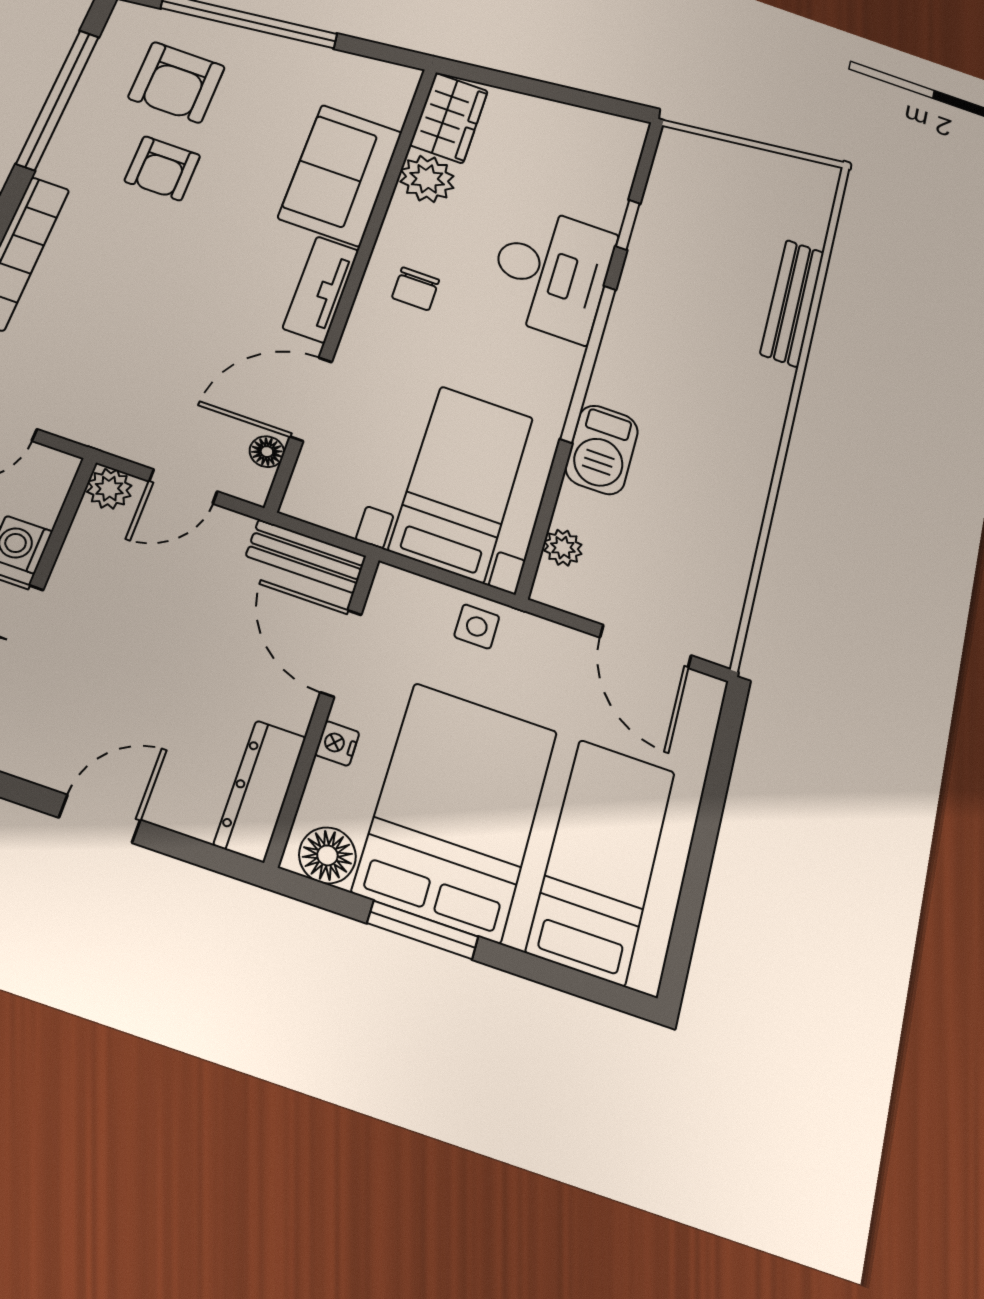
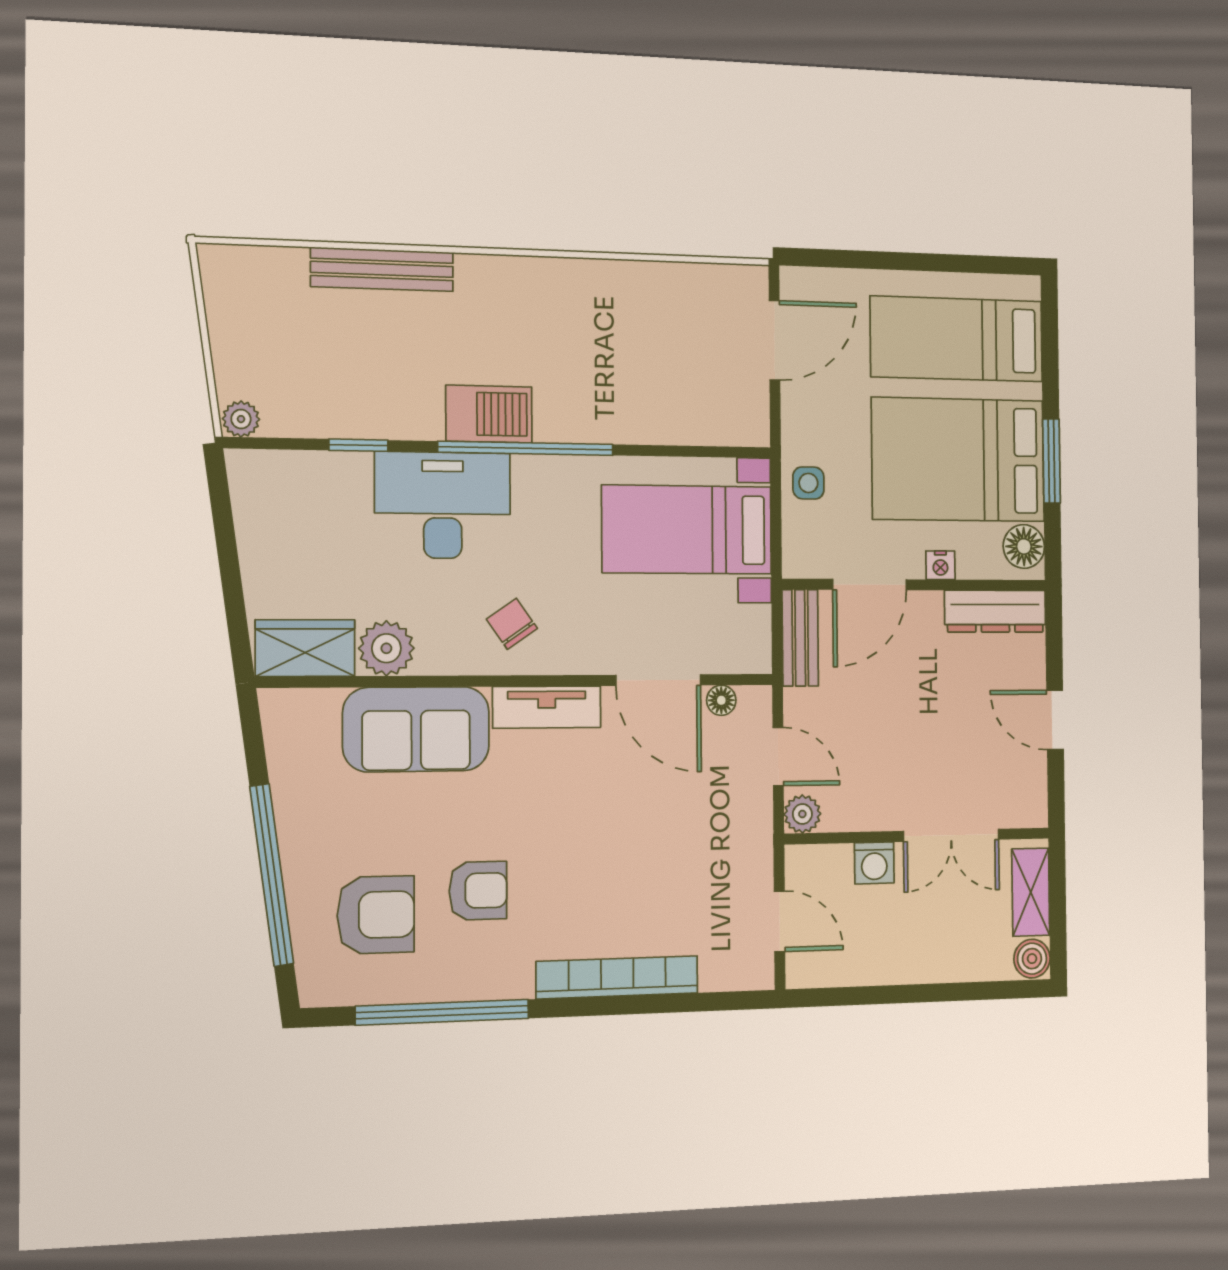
chair: (416, 289) -> (512, 624), turned -125
barbecue: (602, 450) -> (489, 414), moved
plant: (563, 548) -> (241, 419), moved

